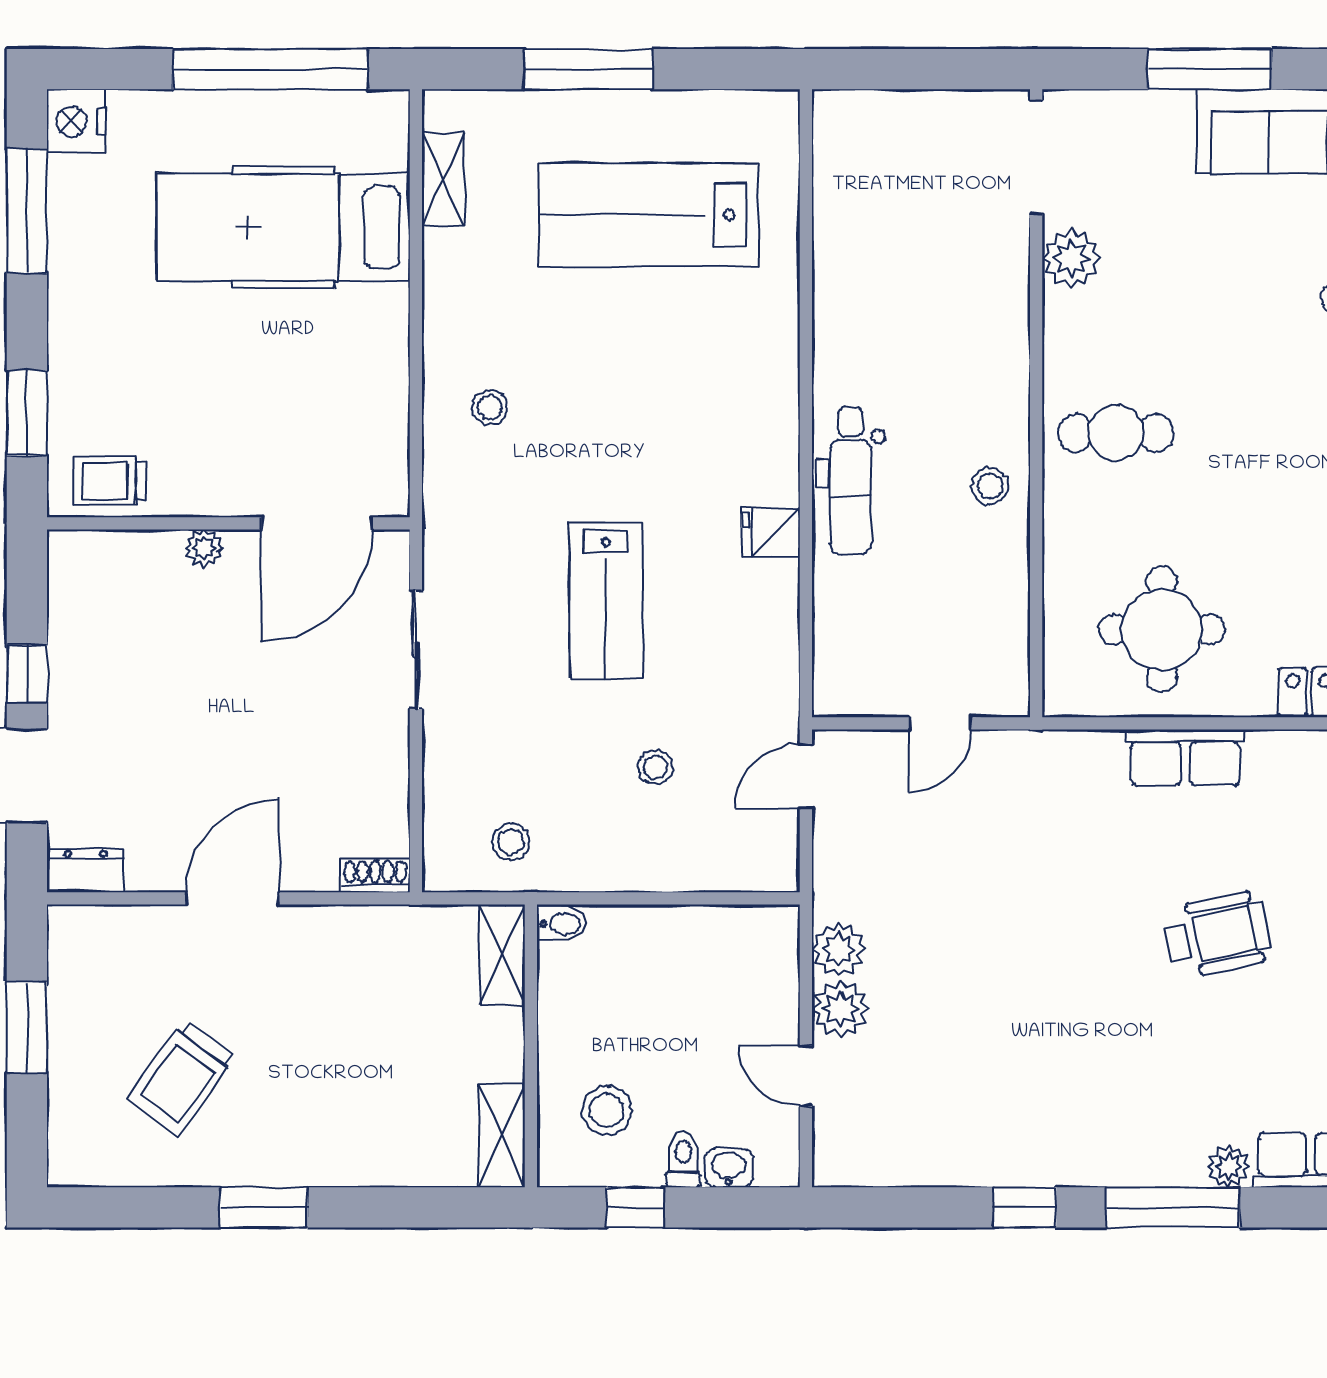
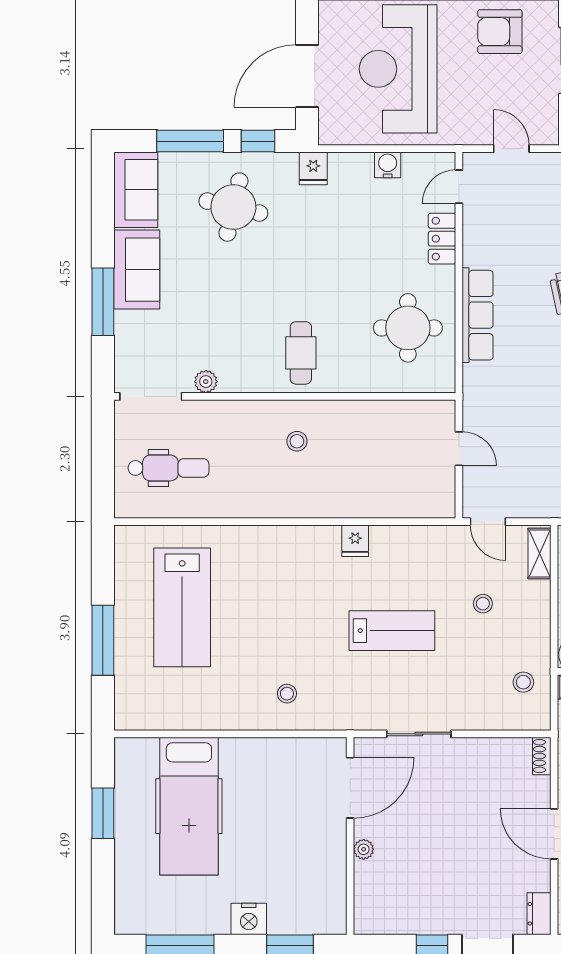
window: (270, 69) -> (103, 813), width x0.47
nightstand: (76, 122) -> (249, 919), moved
shelving: (443, 179) -> (540, 553), moved, turned 90
plant: (1071, 258) -> (206, 382), width x0.73, depth x0.73
trolley: (110, 481) -> (327, 900), removed
dental chair: (851, 481) -> (168, 468), moved
stool: (990, 486) -> (297, 441), moved
door: (317, 523) -> (350, 788), hinge flipped
row of seats: (1185, 758) -> (478, 315), width x1.48

